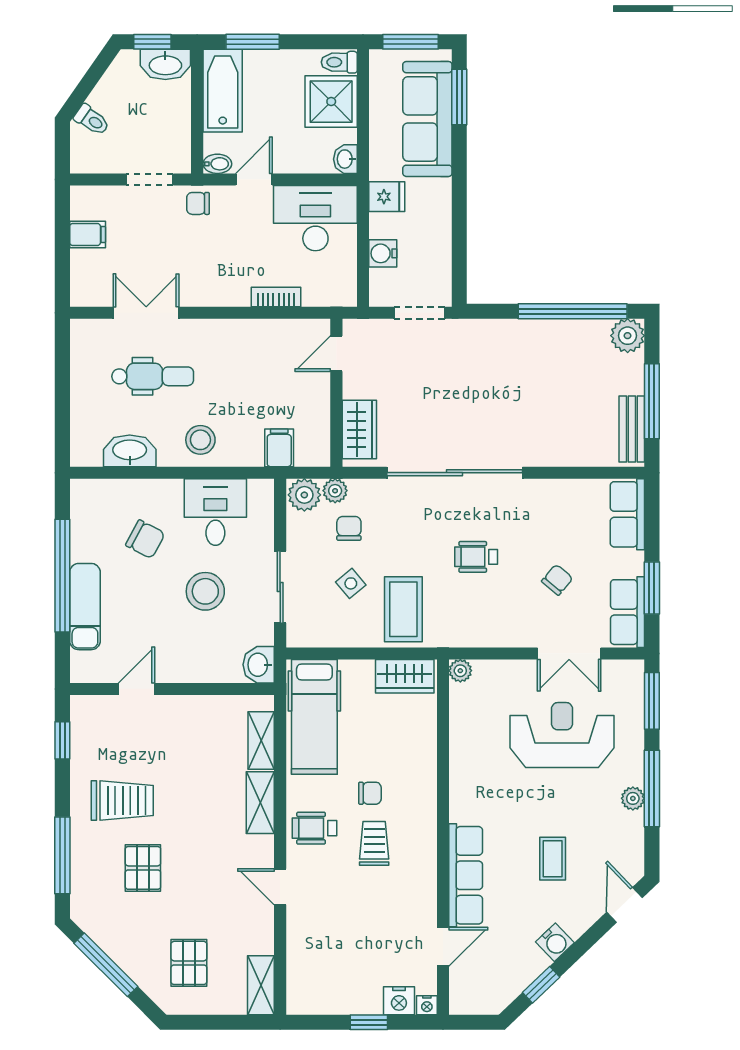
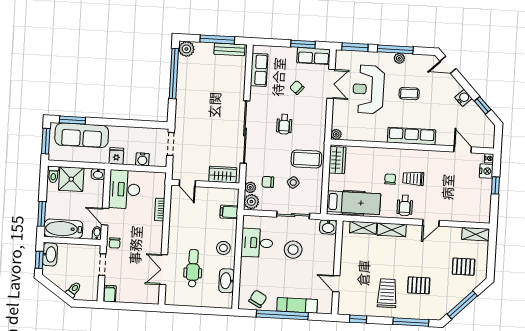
filing cabinet: (88, 234) -> (110, 294), moved
row of seats: (627, 514) -> (259, 70), moved, turned -90
chair: (145, 539) -> (258, 299), moved
coffee table: (553, 859) -> (409, 94), moved
row of seats: (466, 875) -> (411, 136), moved

